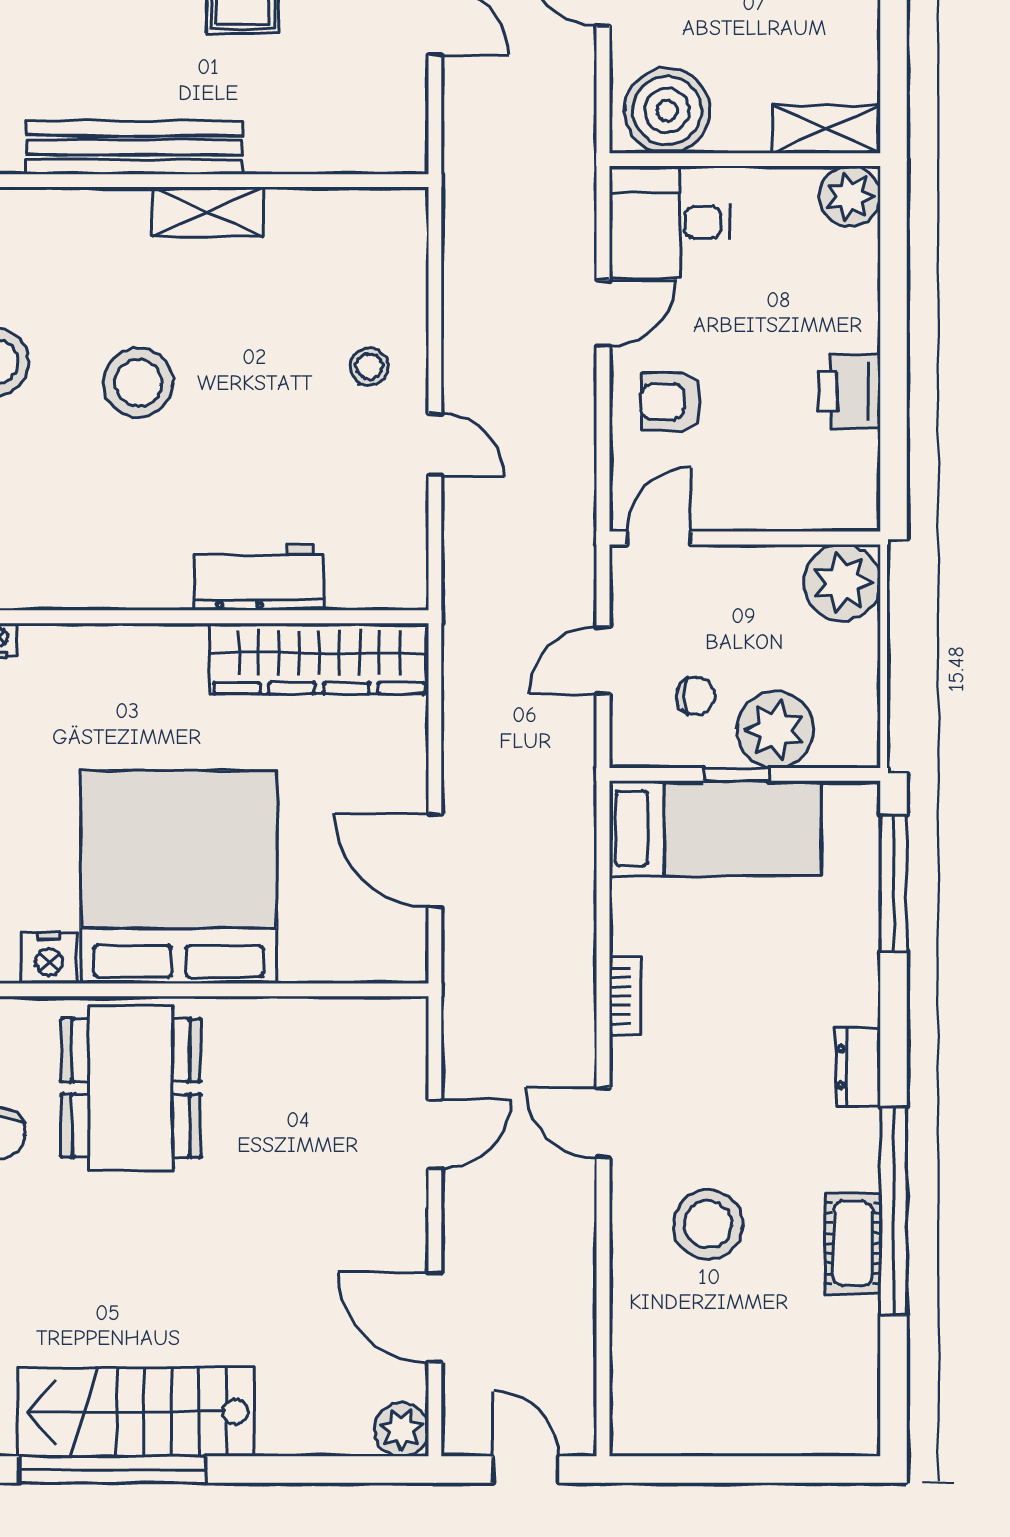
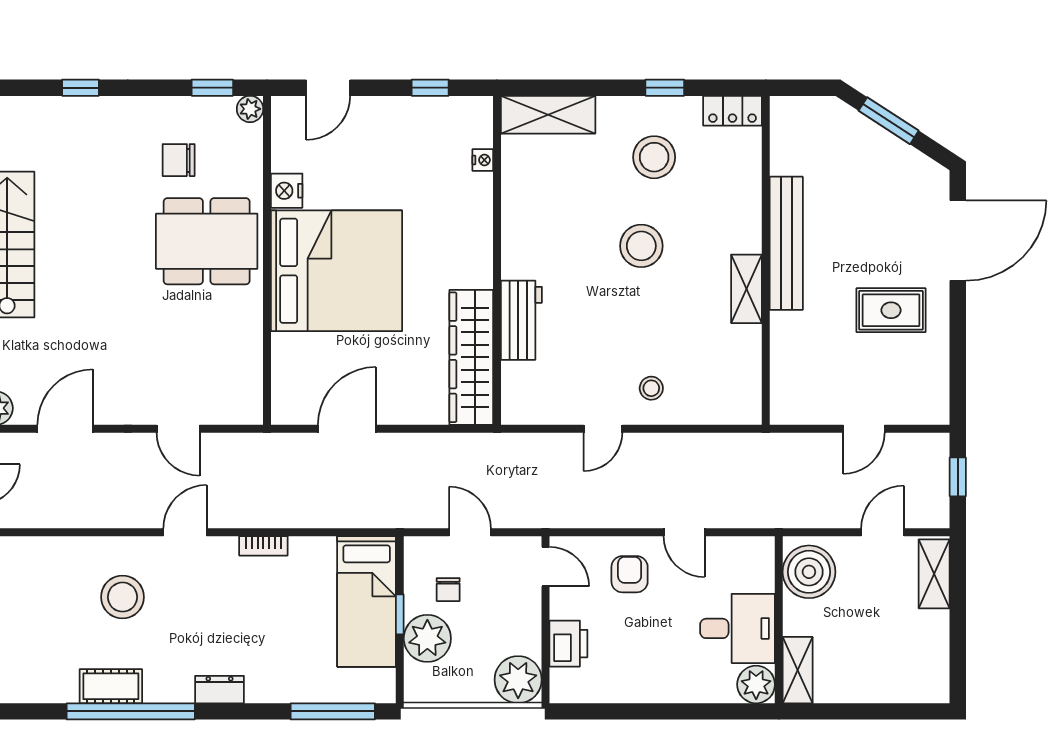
desk: (670, 222) -> (738, 628), moved, turned 90
printer: (850, 391) -> (568, 644), moved, turned 90

